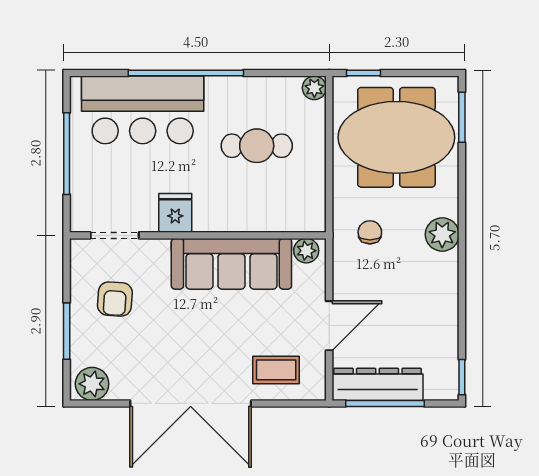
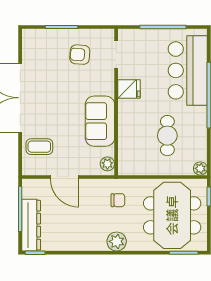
sofa: (231, 264) -> (100, 121), width x0.73
coffee table: (276, 370) -> (39, 147), turned 90
plant: (92, 384) -> (31, 42), removed
dresser: (378, 384) -> (31, 225), moved

